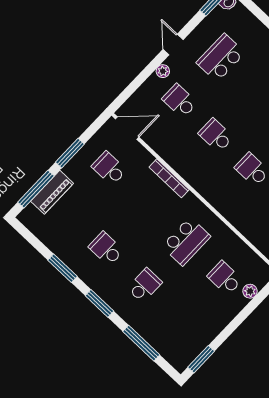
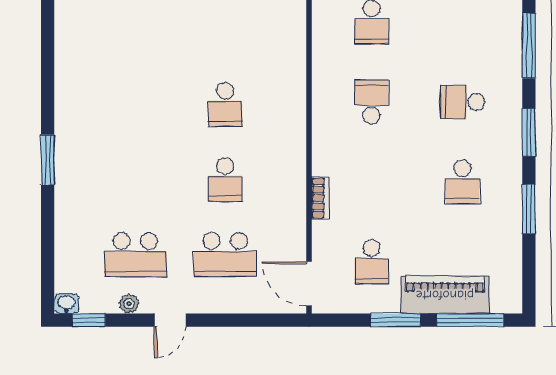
plant: (163, 71) -> (129, 304), moved
school desk: (180, 101) -> (225, 255), width x1.85
bookcase: (169, 178) -> (320, 198), width x0.64
piano: (52, 192) -> (445, 295), width x1.37, depth x1.33
school desk: (186, 241) -> (372, 102), width x0.54

